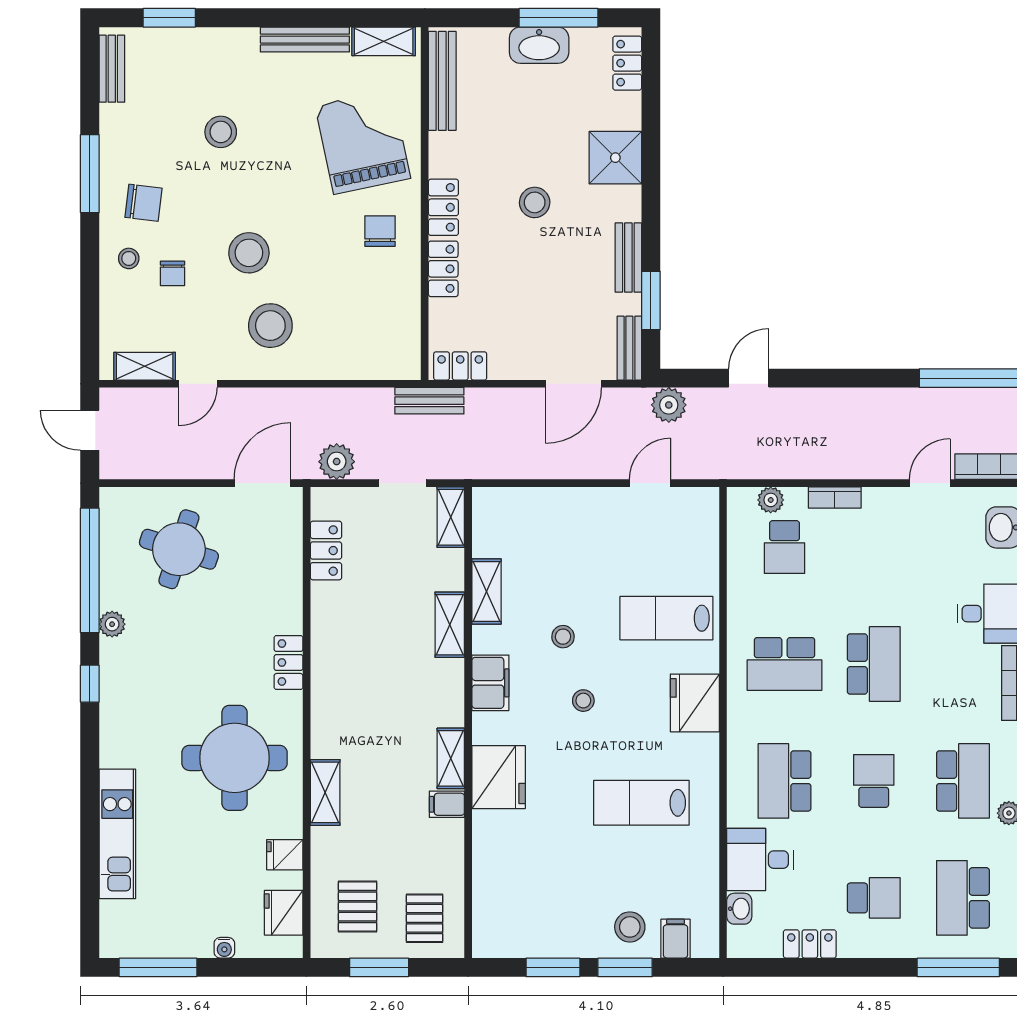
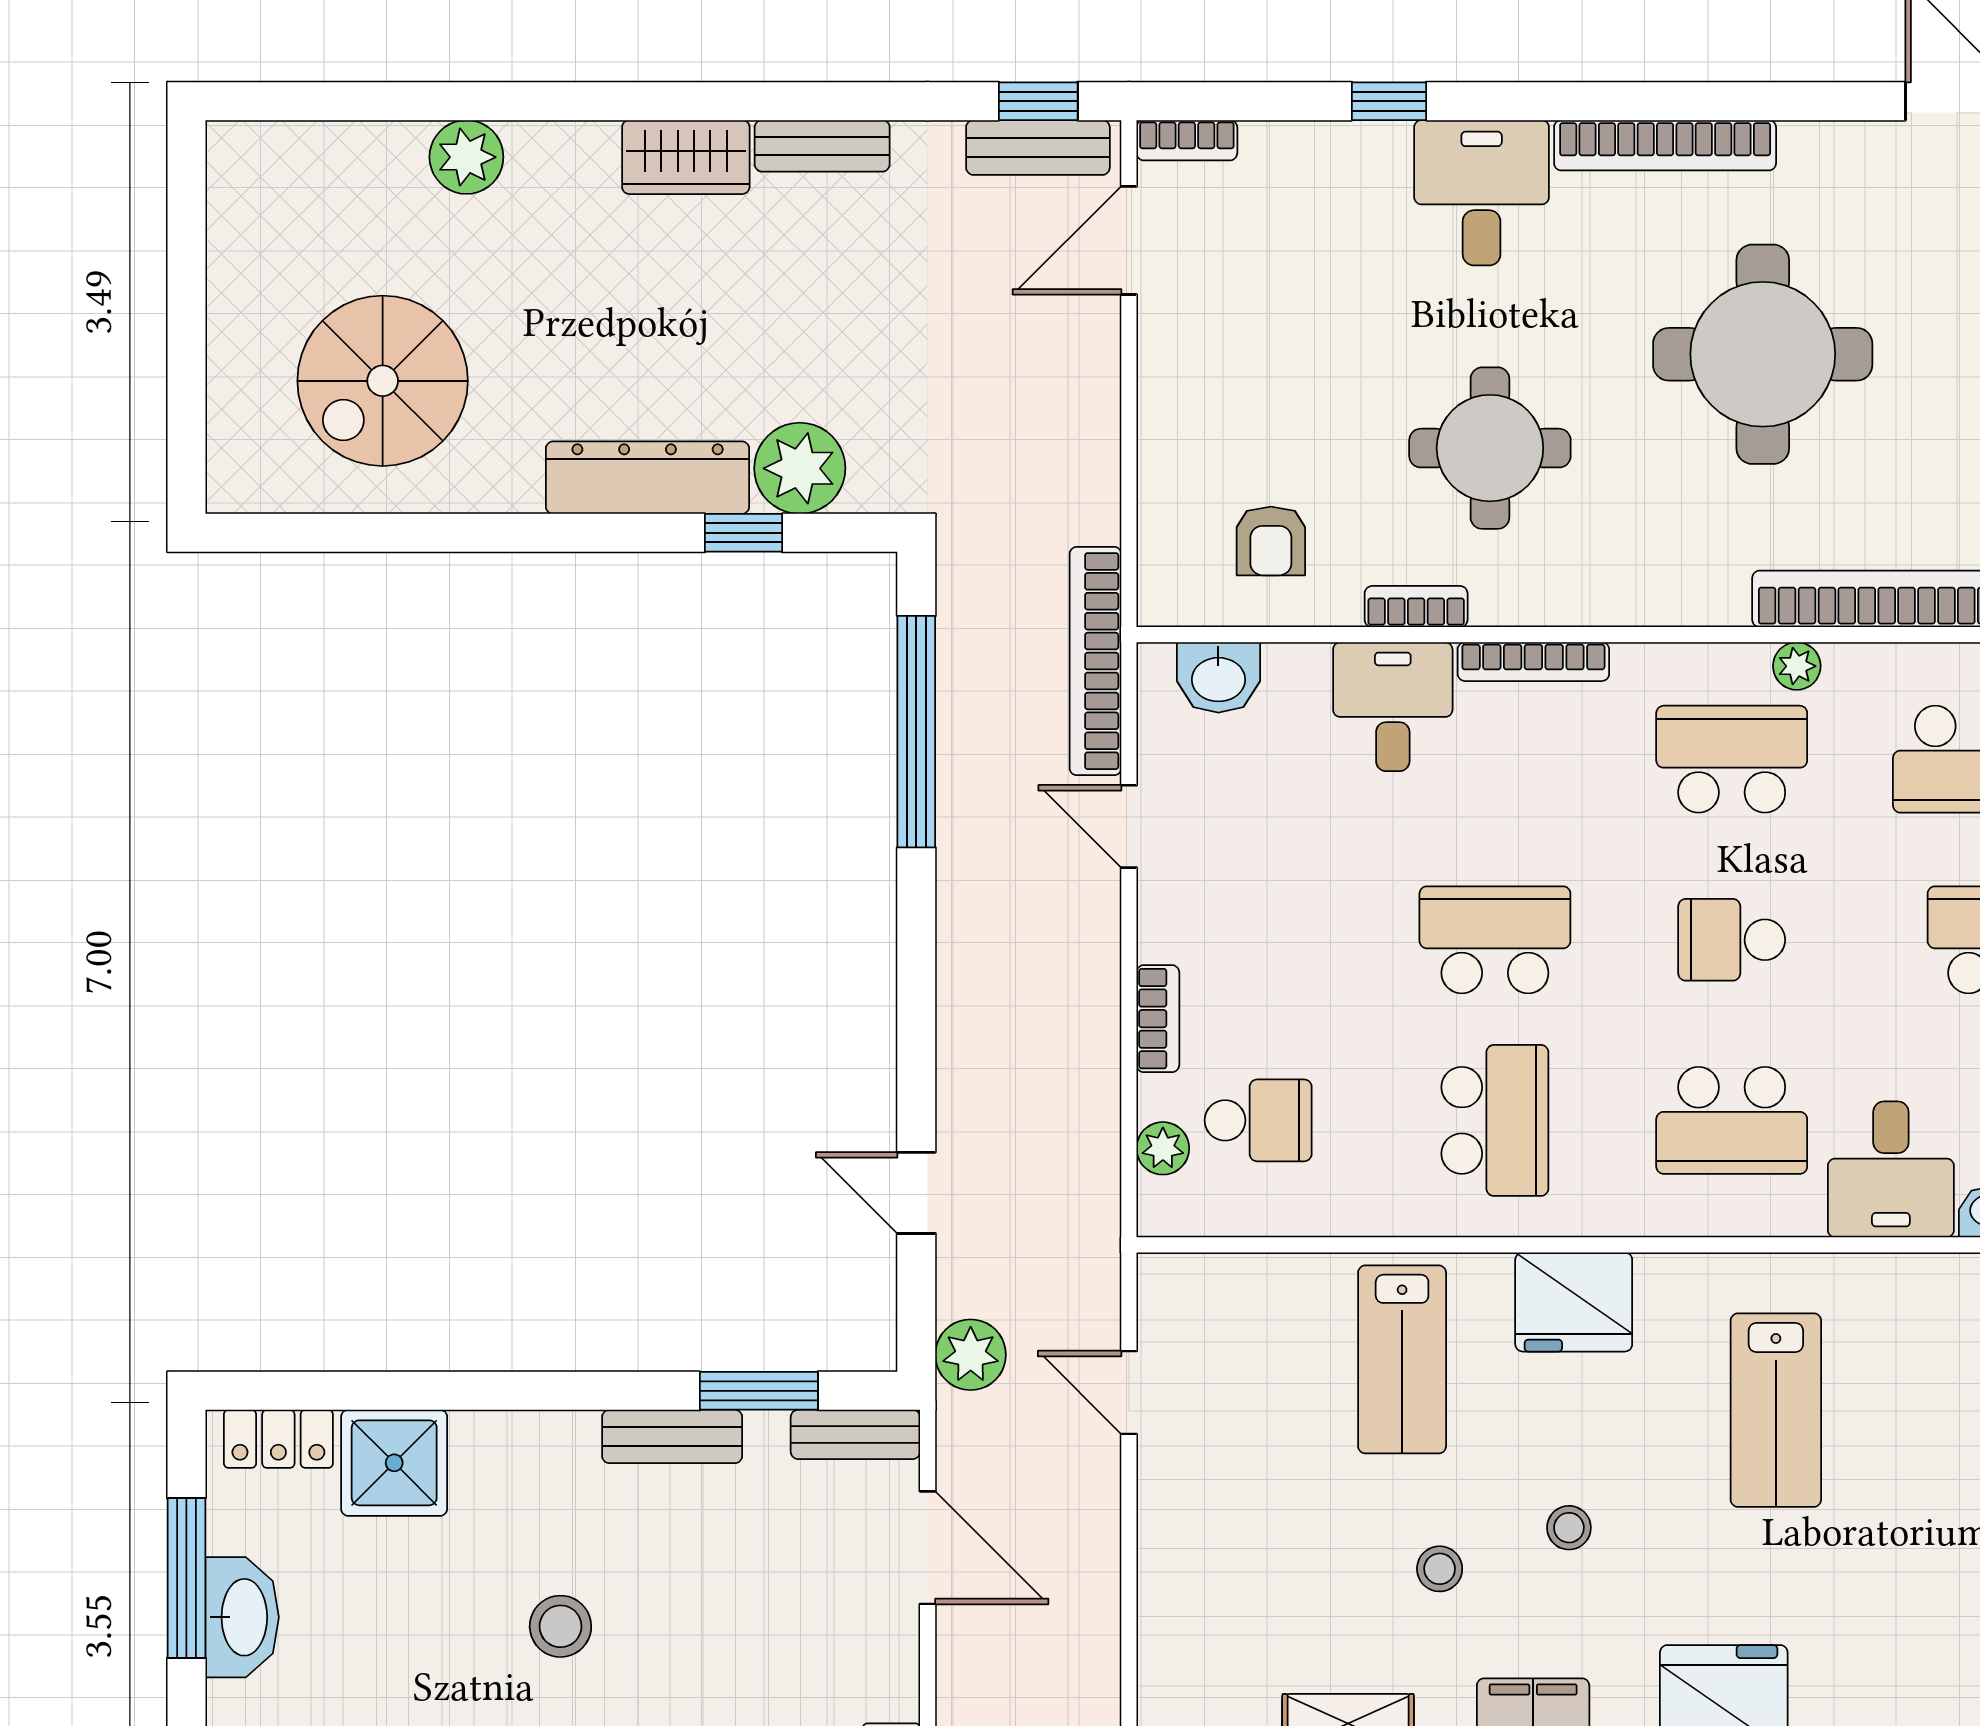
shower: (615, 158) -> (394, 1463), moved

